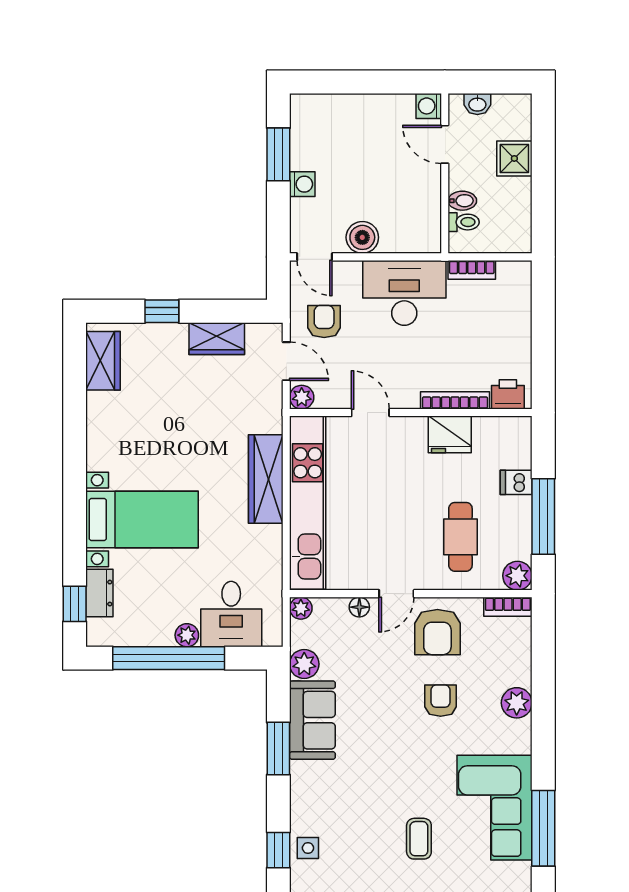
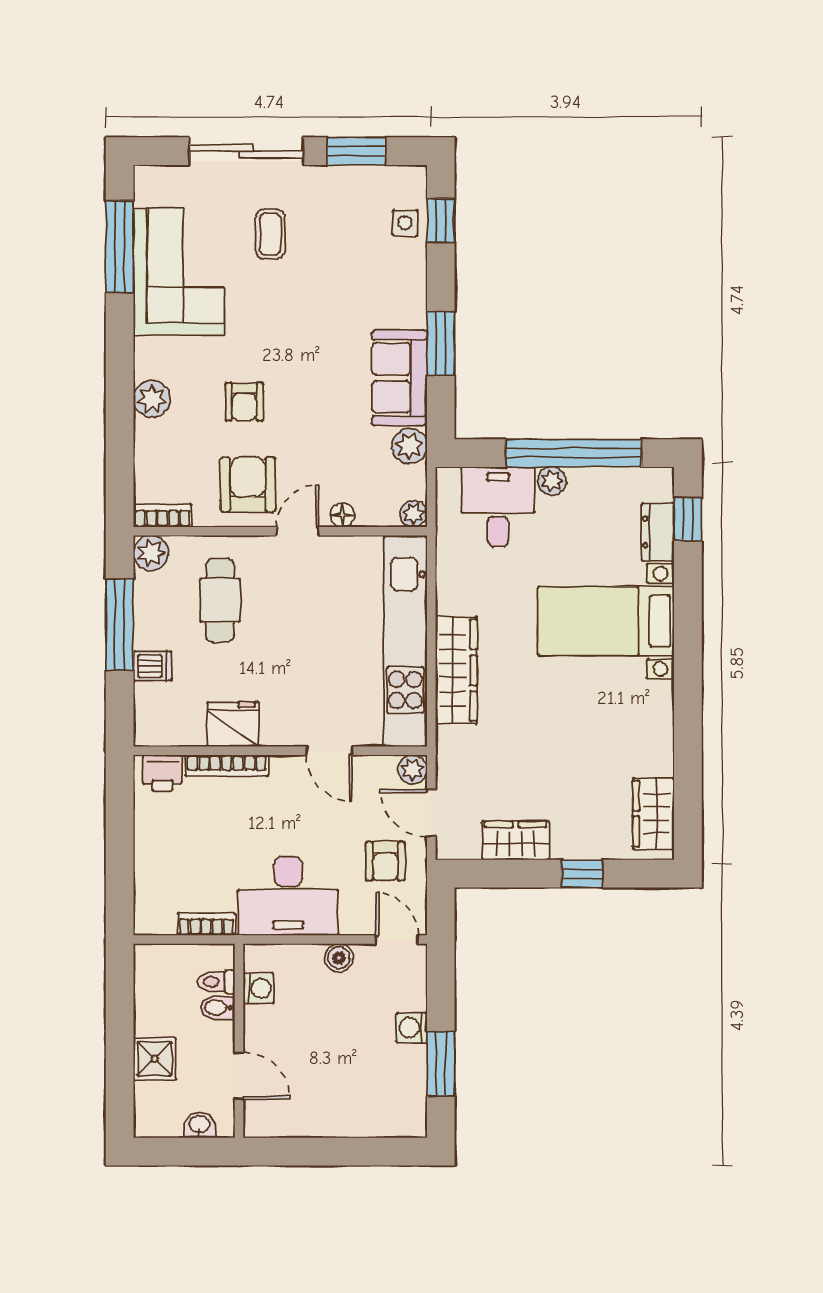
washing machine: (429, 106) -> (259, 988), moved
boiler: (362, 237) -> (339, 958), width x0.73, depth x0.73

